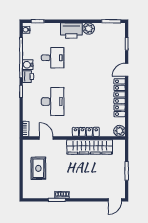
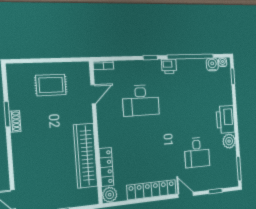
desk: (53, 58) -> (197, 152), moved
water cooler: (28, 65) -> (212, 64), moved
locker: (86, 132) -> (106, 167), moved

